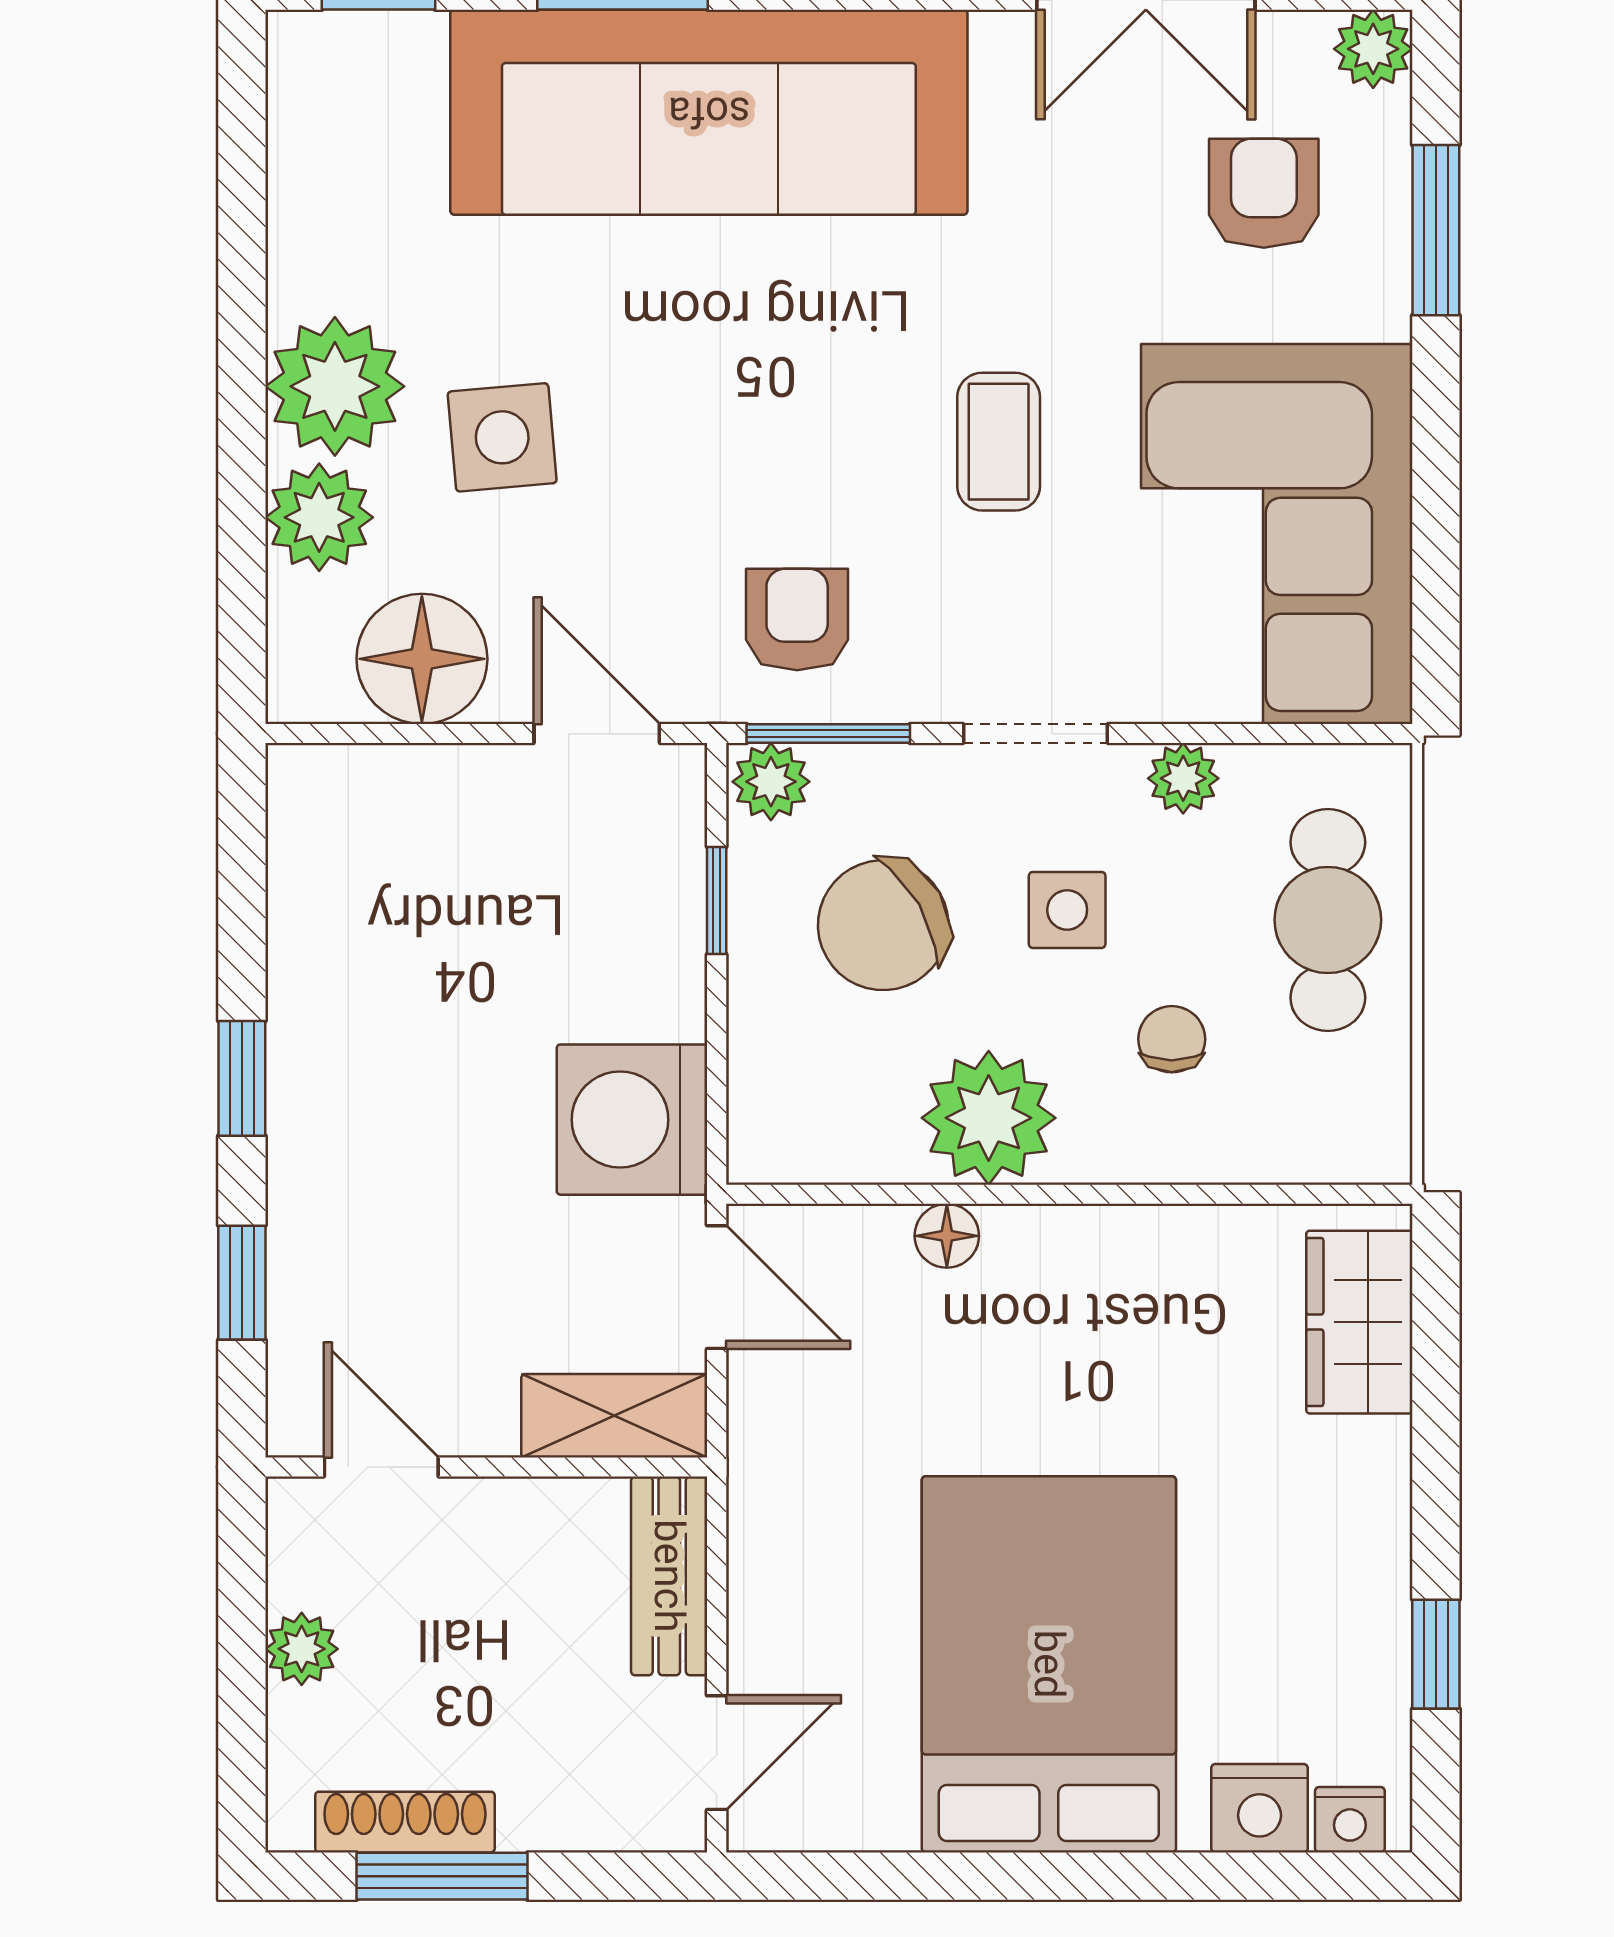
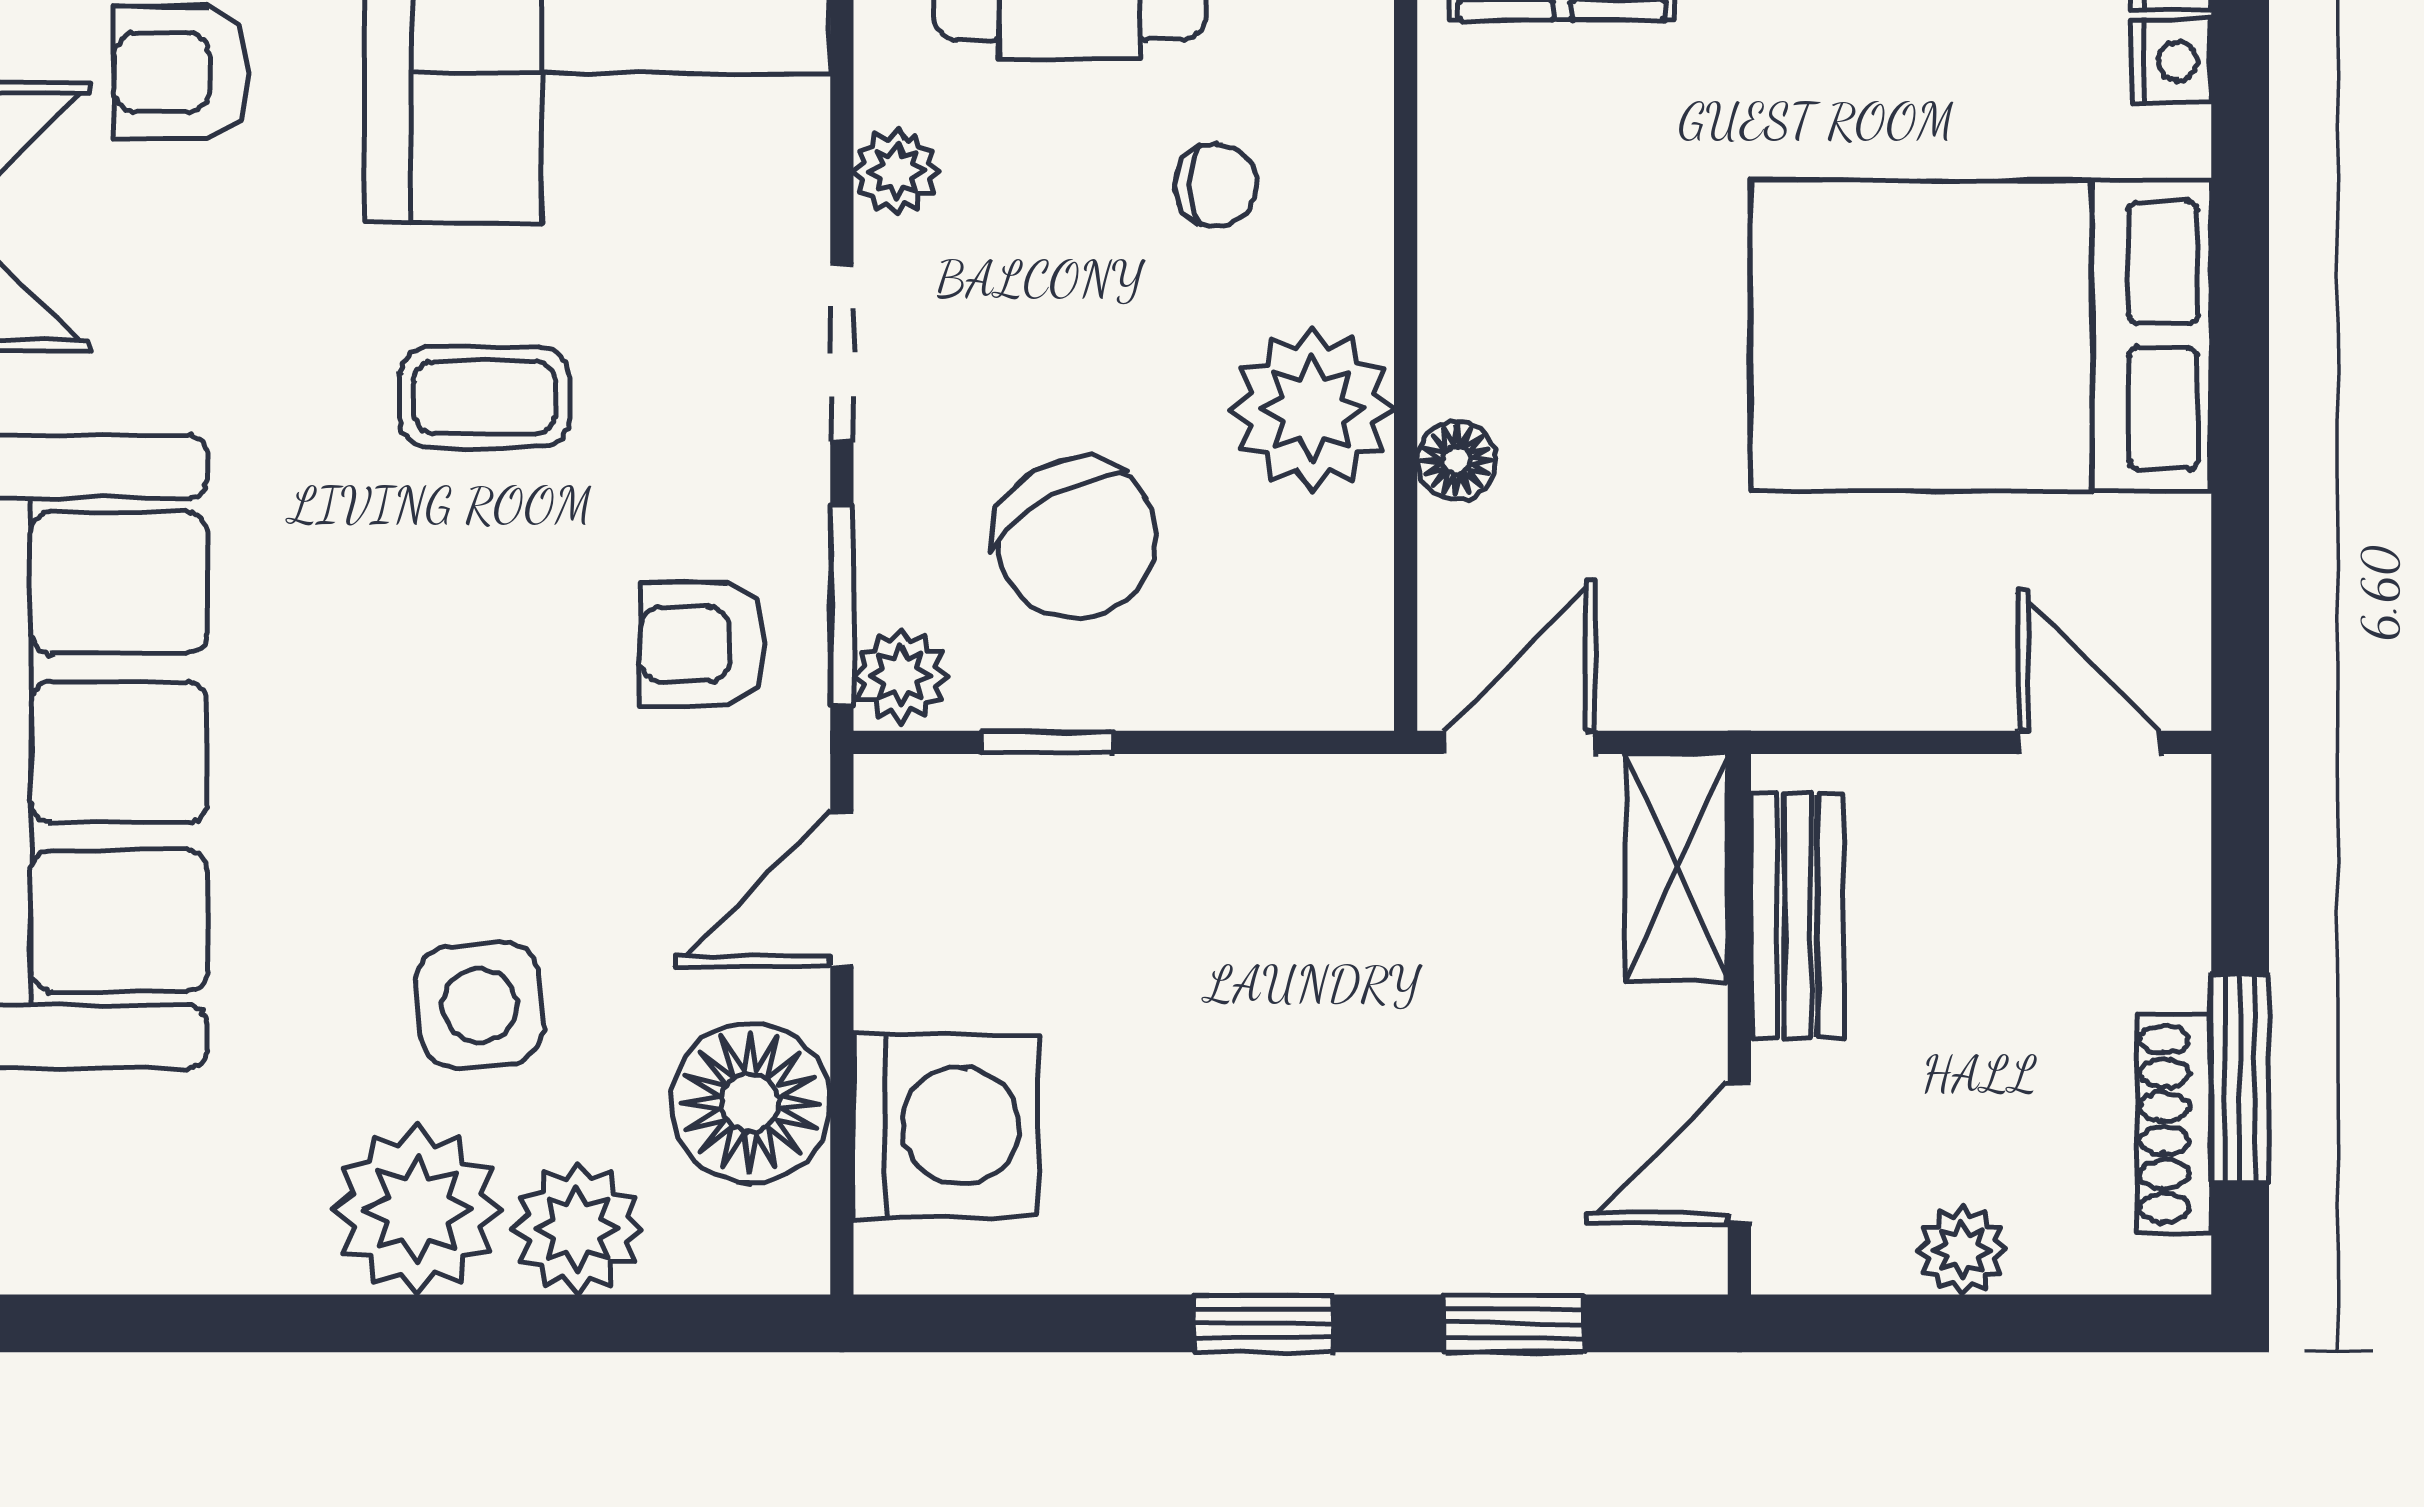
side table: (1067, 910) -> (1058, 313), removed
chair: (1172, 1039) -> (1216, 185), turned 180
washing machine: (632, 1120) -> (945, 1126), moved, turned -90
bench: (669, 1576) -> (1797, 916), moved, turned 90
nightstand: (1260, 1808) -> (2171, 61), width x0.72, depth x0.74

